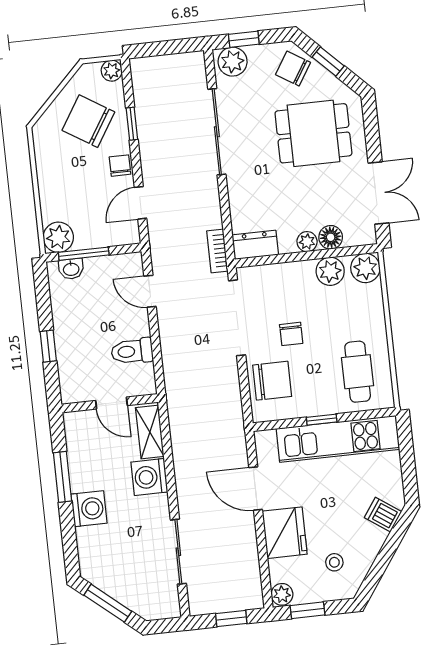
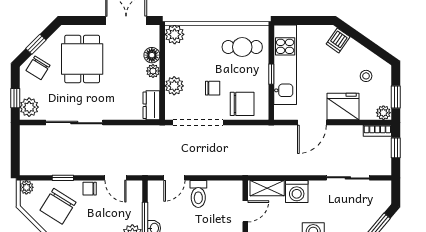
bookcase: (217, 251) -> (377, 131), moved
plant: (330, 271) -> (174, 86), moved
toilet: (132, 351) -> (198, 194), moved
chair: (272, 381) -> (242, 104), turned 90

